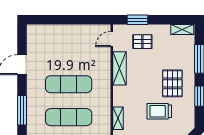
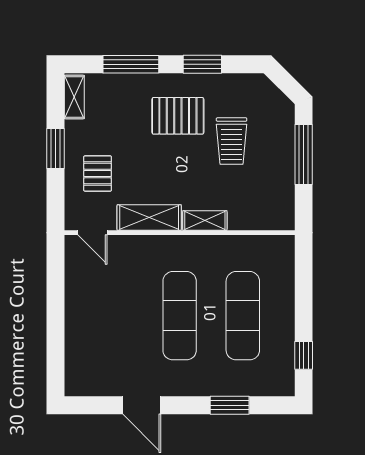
window: (138, 20) -> (56, 149), moved
window: (22, 110) -> (230, 405), width x0.69
shelving: (118, 118) -> (205, 221), moved

